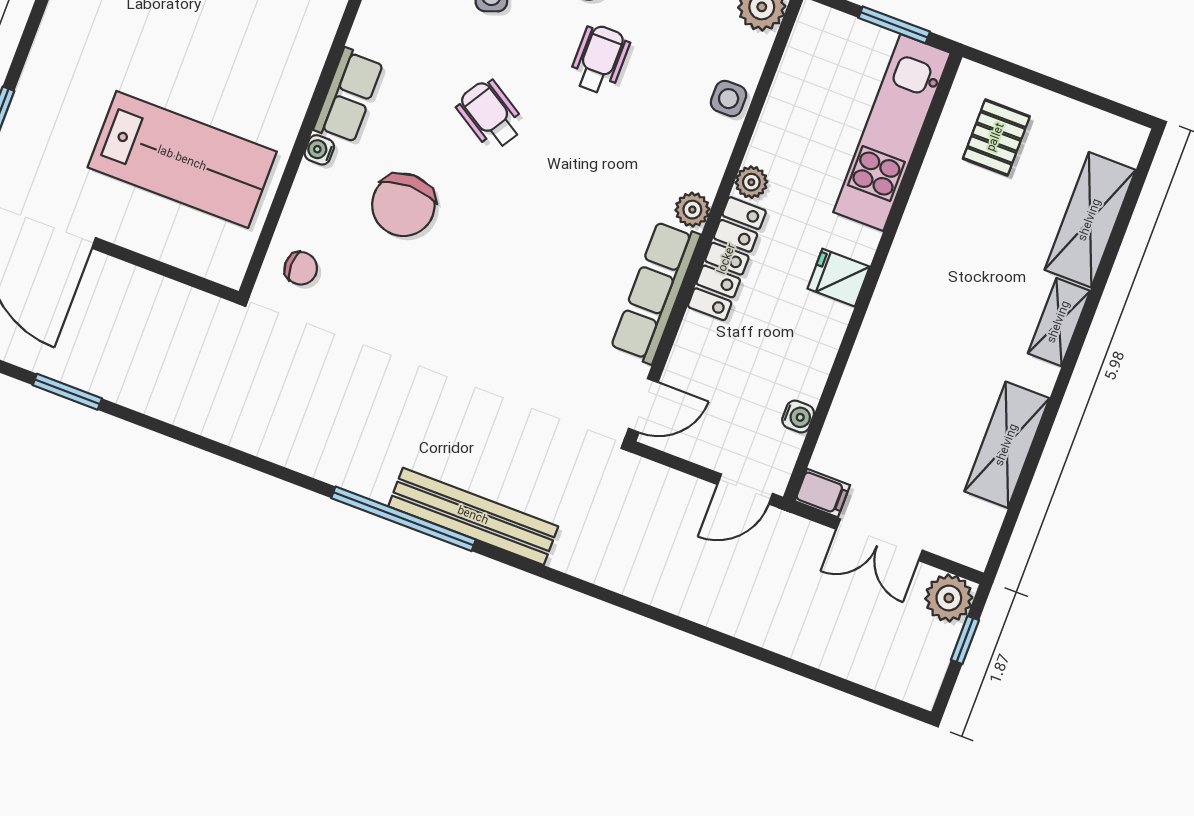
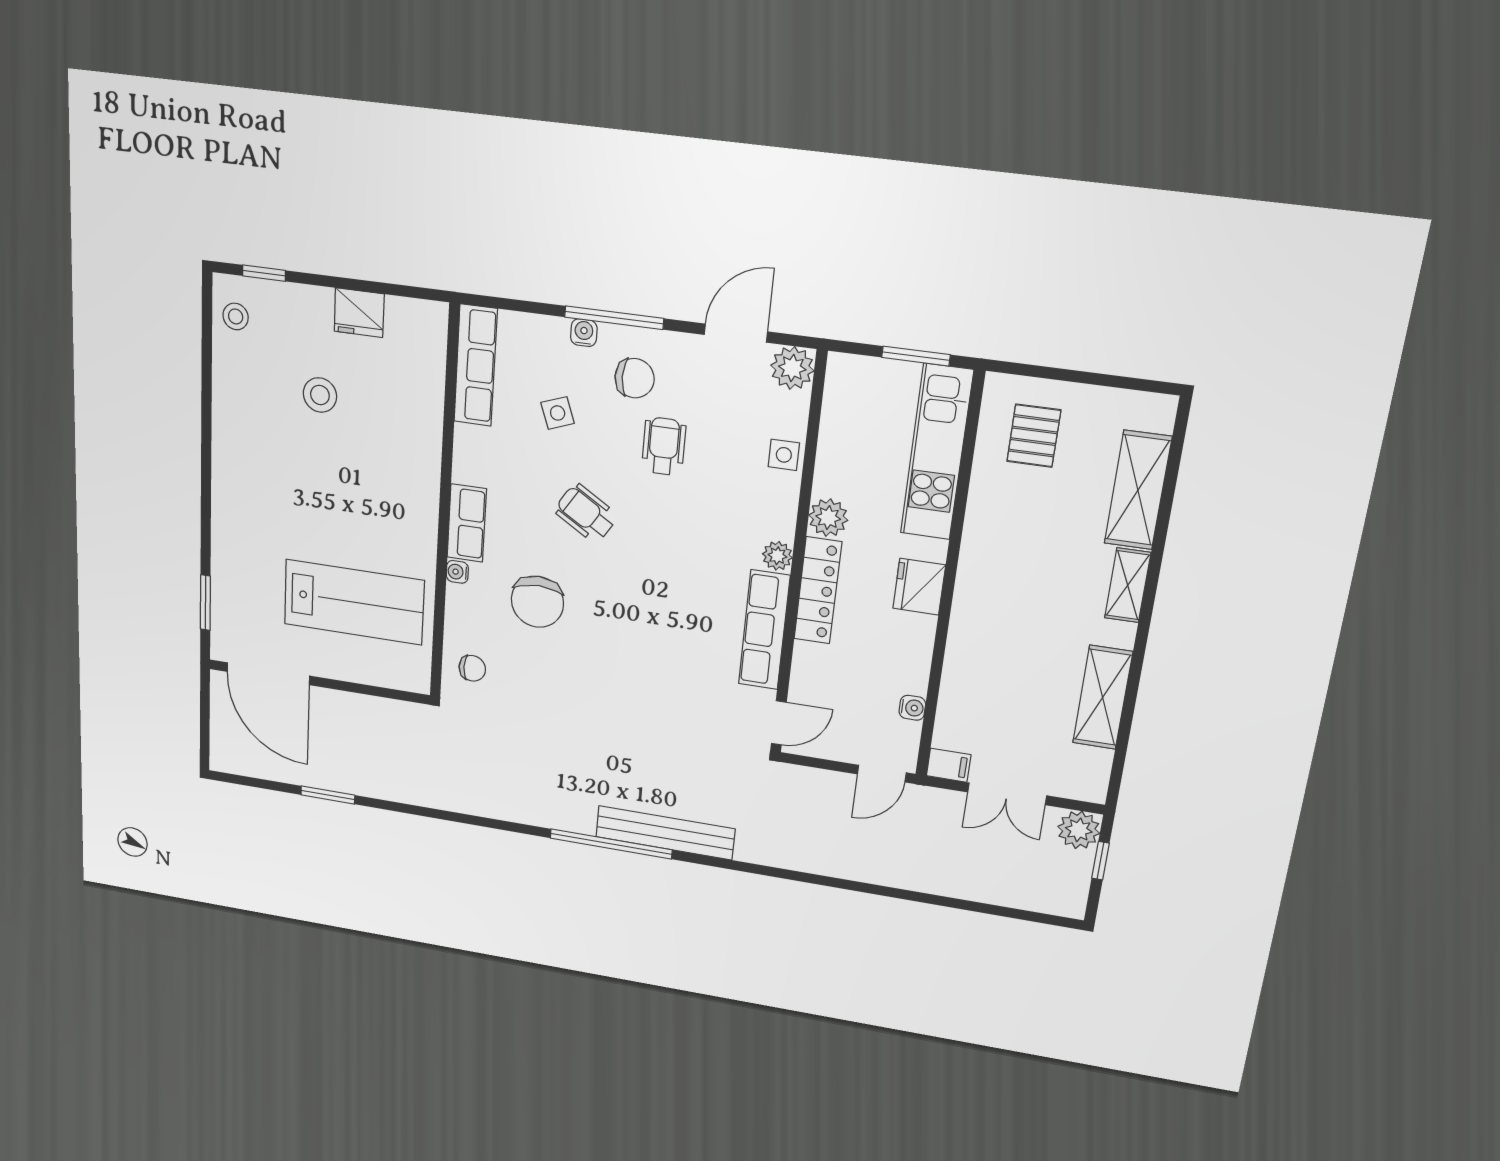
plant: (751, 182) -> (828, 518), width x1.38, depth x1.38
fridge: (839, 278) -> (919, 587), width x1.38

